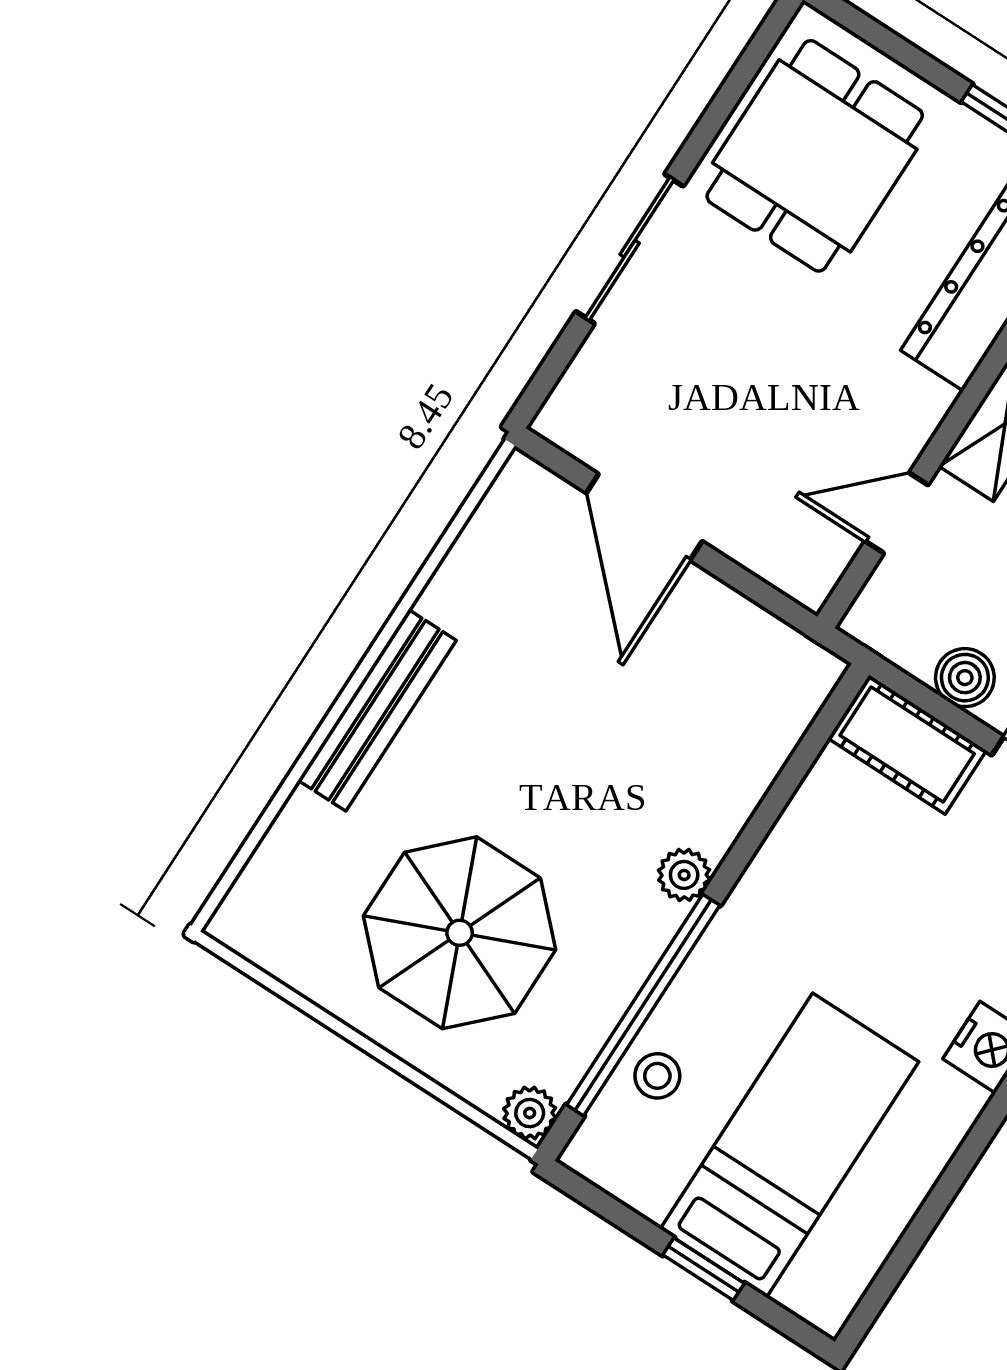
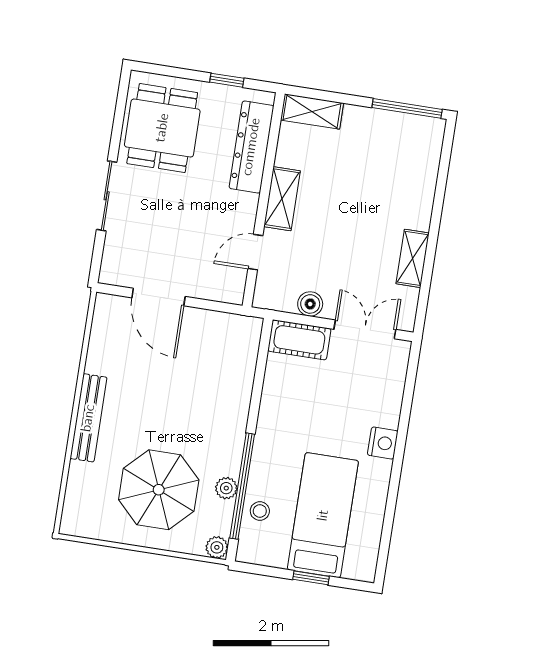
plant: (684, 875) -> (226, 488), moved

